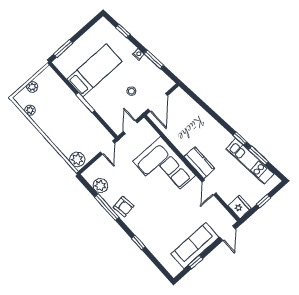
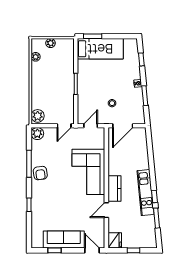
bed: (94, 70) -> (100, 49), moved
kitchen unit: (250, 161) -> (146, 193), moved
plant: (100, 186) -> (37, 134), moved
door: (228, 233) -> (92, 250), swing flipped

